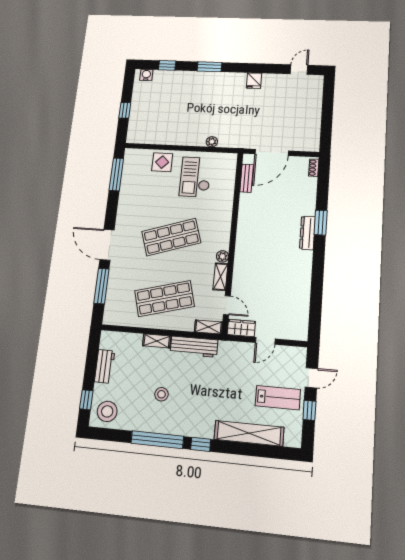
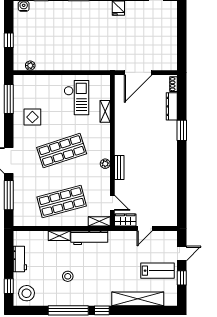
plant: (212, 142) -> (30, 66), moved
display table: (162, 162) -> (32, 117), moved
checkout: (195, 177) -> (76, 98), turned 180
bench: (247, 178) -> (119, 167), moved
dresser: (307, 233) -> (172, 106), moved
shelving: (220, 277) -> (105, 111), moved

